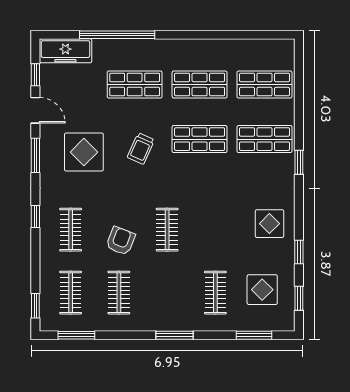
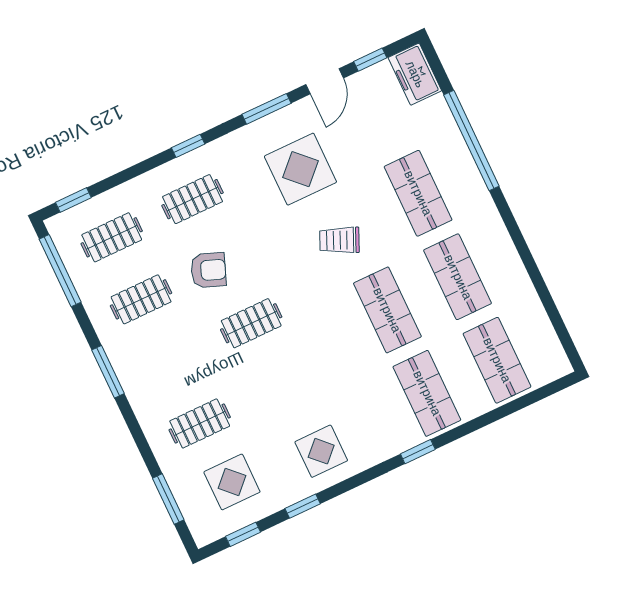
freezer: (65, 51) -> (415, 74), width x0.71
window: (76, 335) -> (60, 271), width x1.44
window: (174, 335) -> (108, 372), moved

